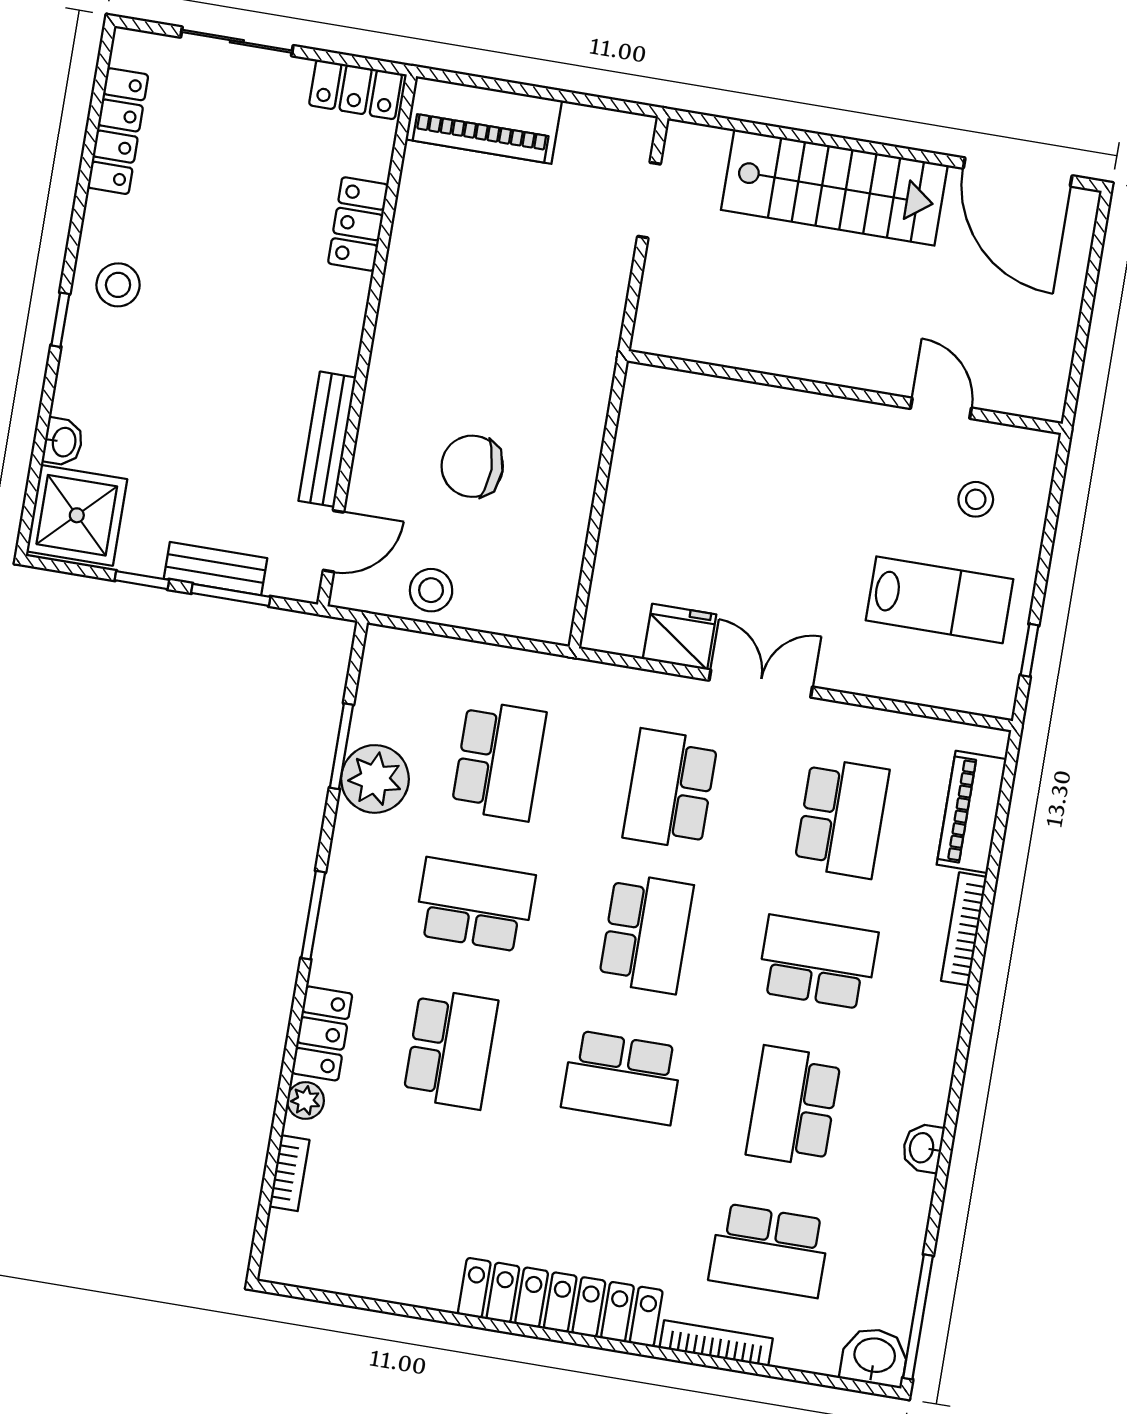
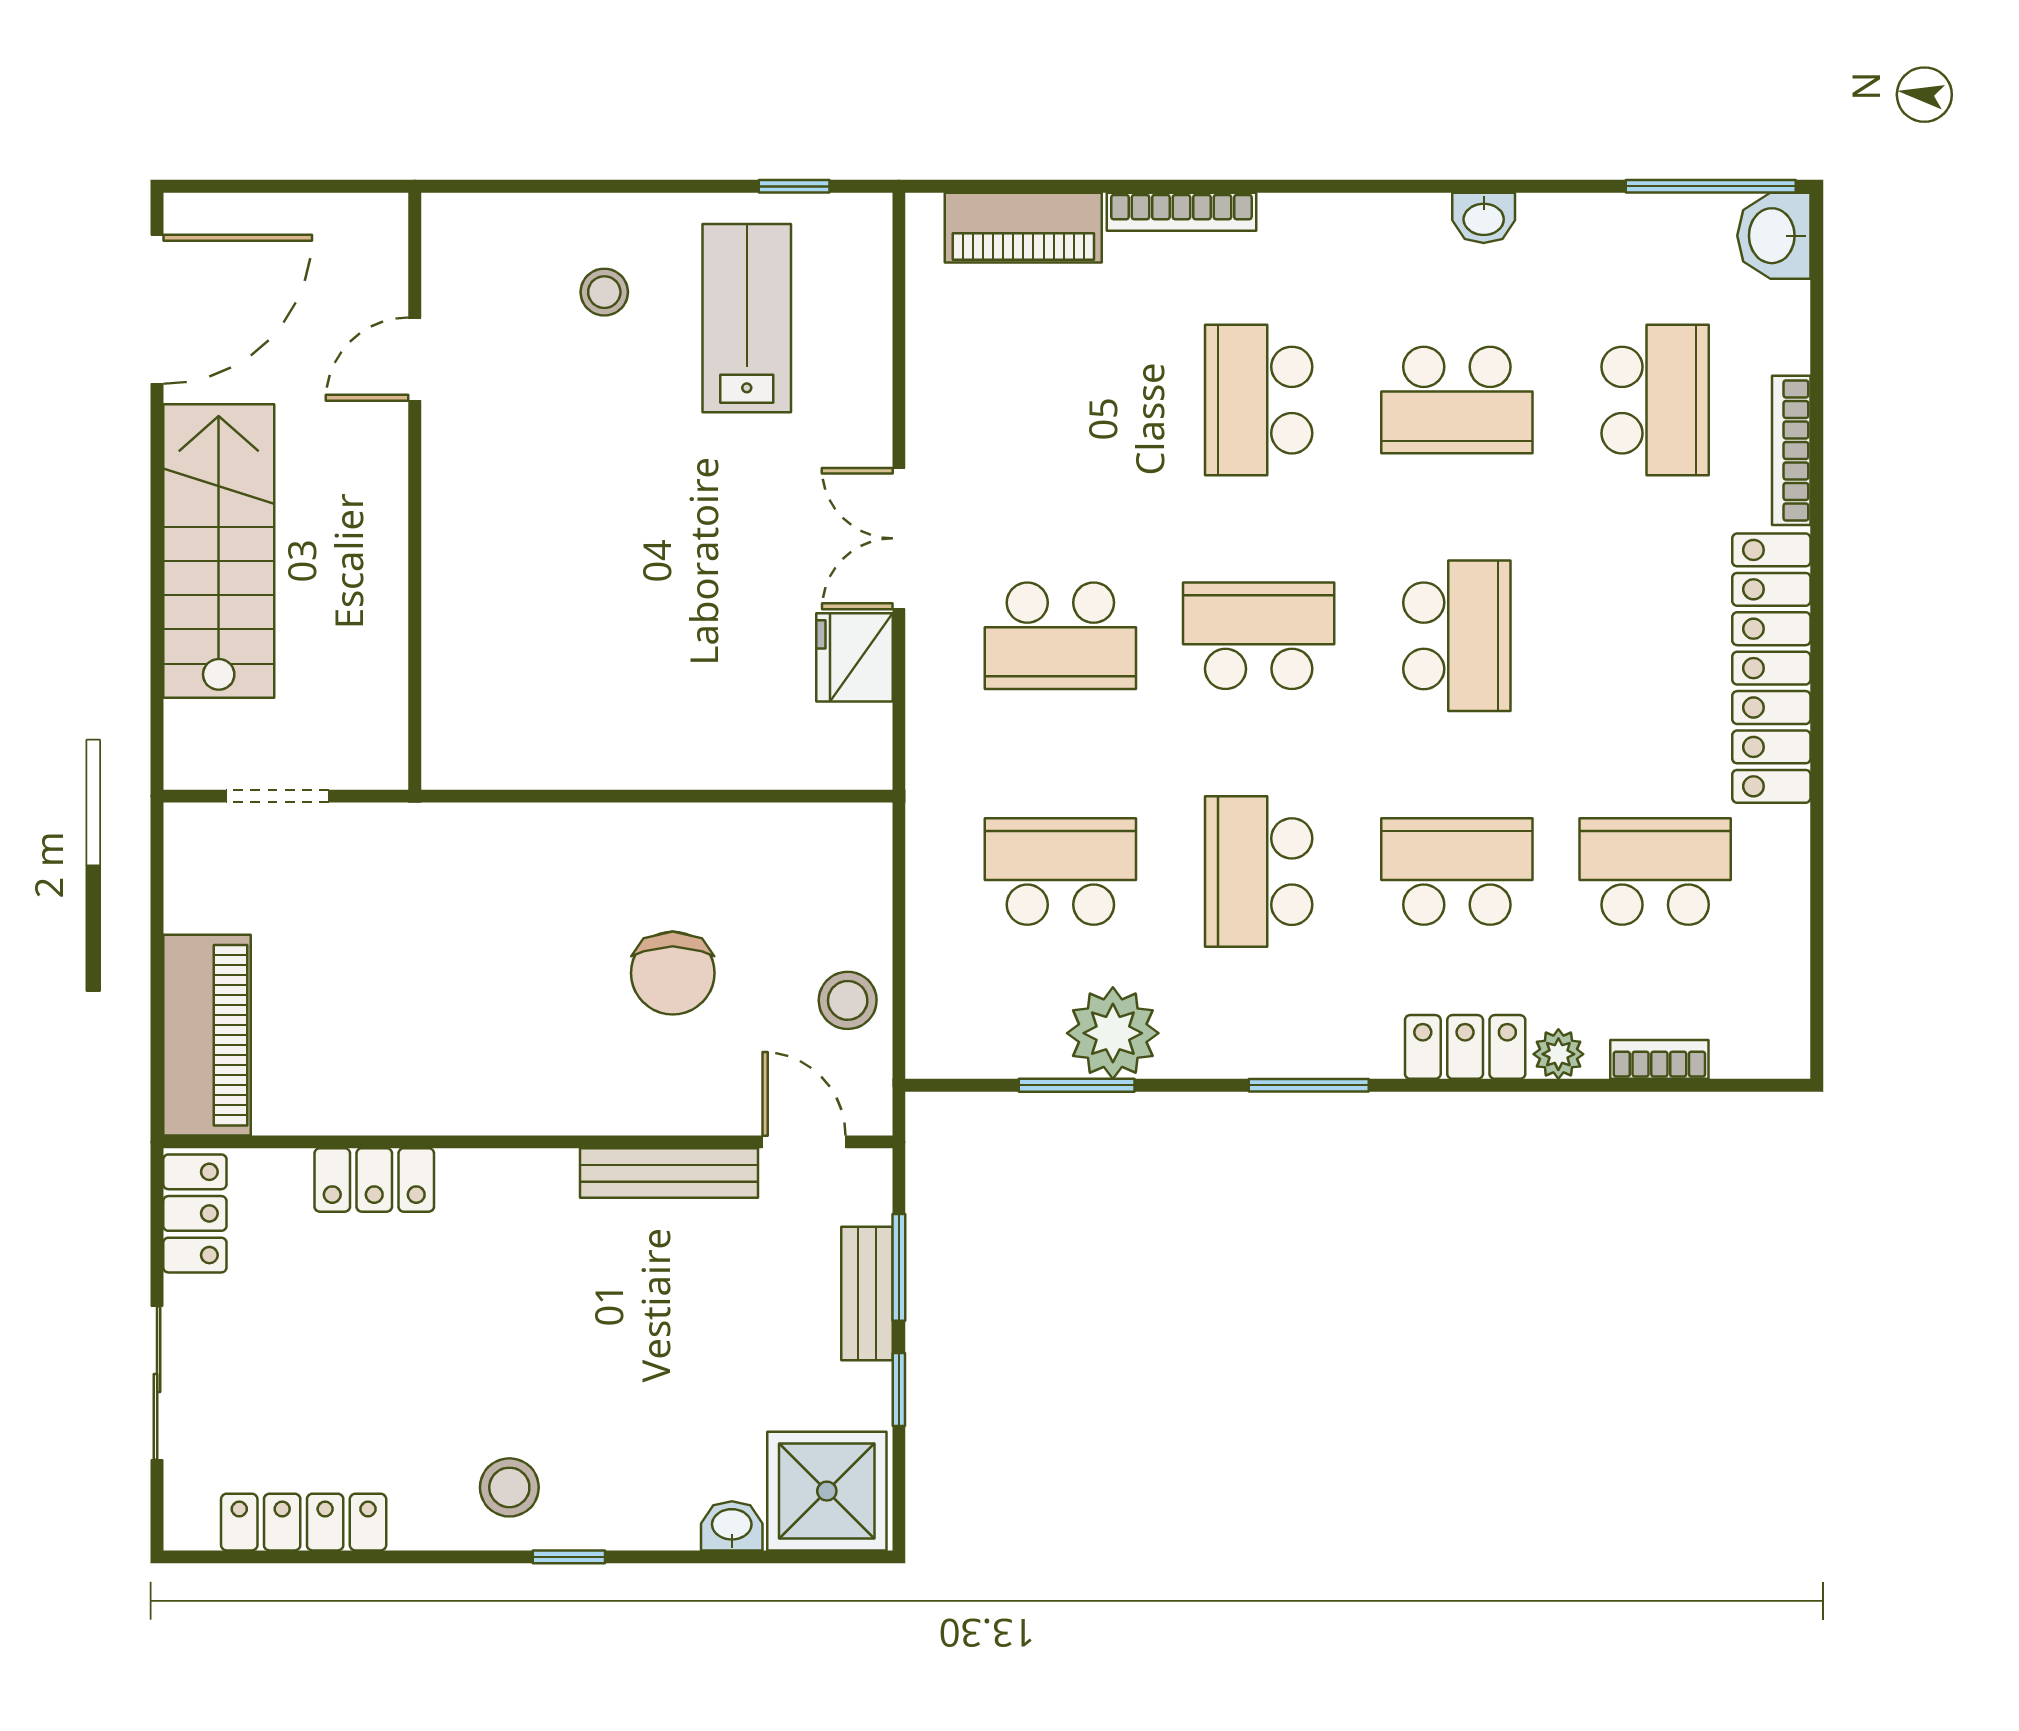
wall: (845, 392) -> (415, 491), moved
door: (941, 408) -> (415, 359), moved
school desk: (842, 818) -> (1655, 872), moved

